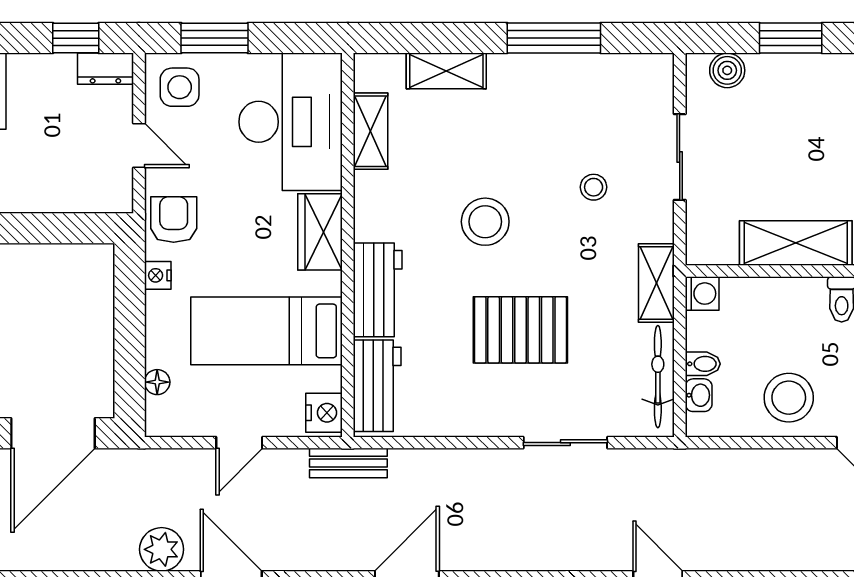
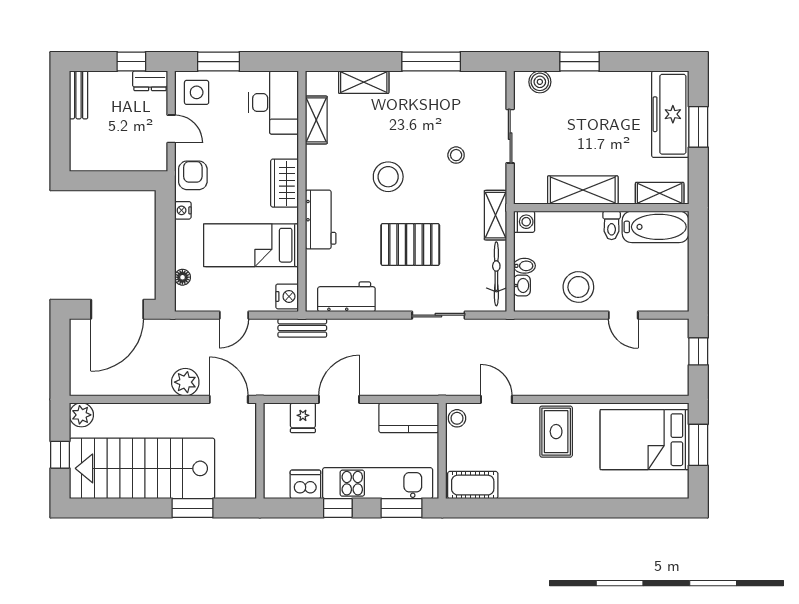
desk: (291, 122) -> (274, 103), width x0.73, depth x0.77
workbench: (377, 386) -> (346, 297), moved, turned -90

